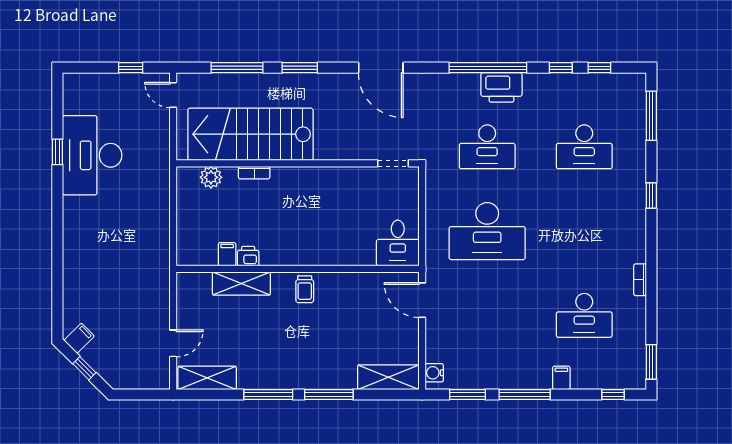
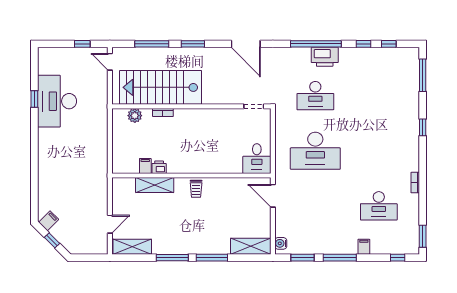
desk: (584, 147) -> (379, 96), removed

